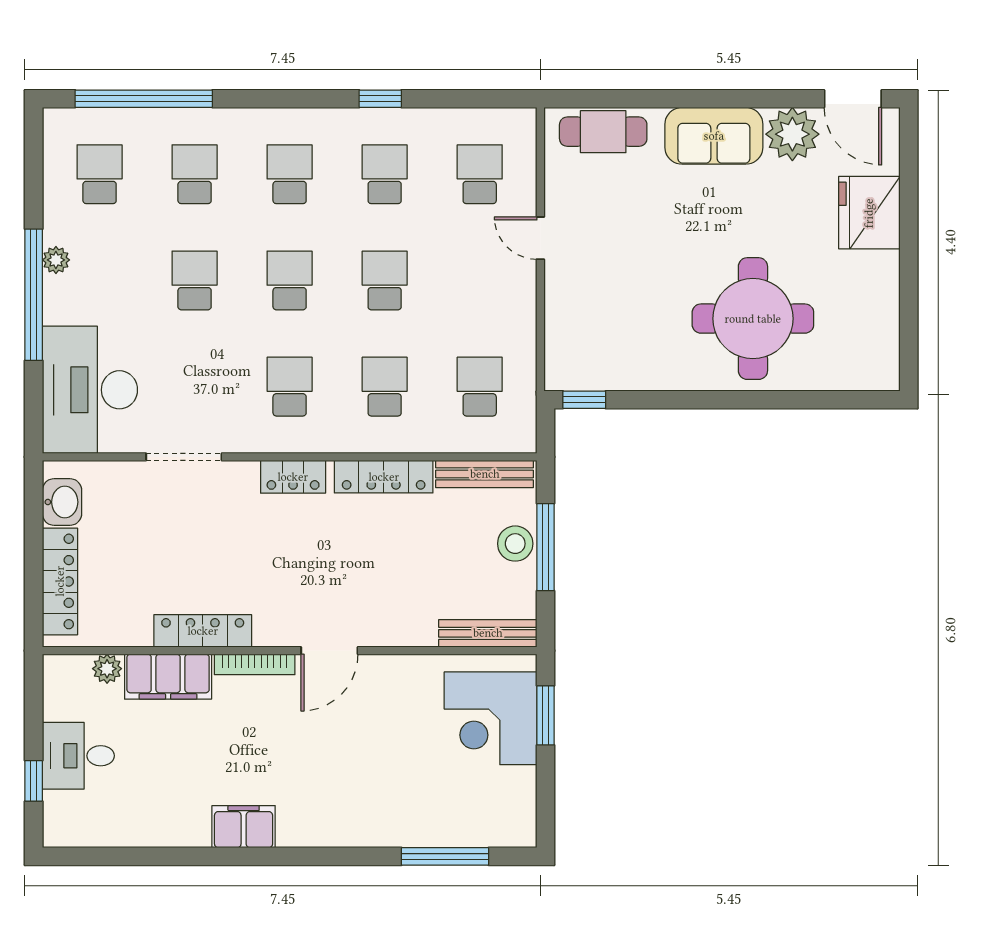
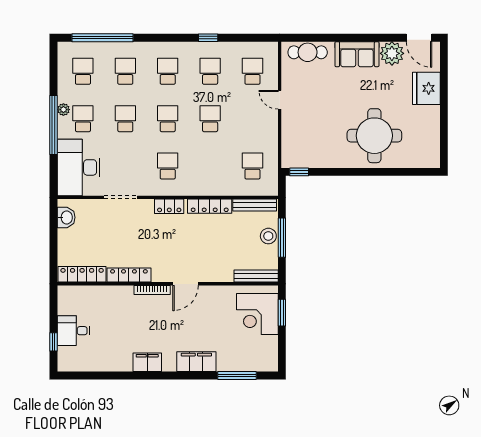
school desk: (385, 387) -> (83, 119), moved
locker: (60, 581) -> (82, 274), moved, turned -90
plant: (107, 669) -> (86, 292), removed
filing cabinet: (168, 677) -> (196, 362), moved, turned 180

